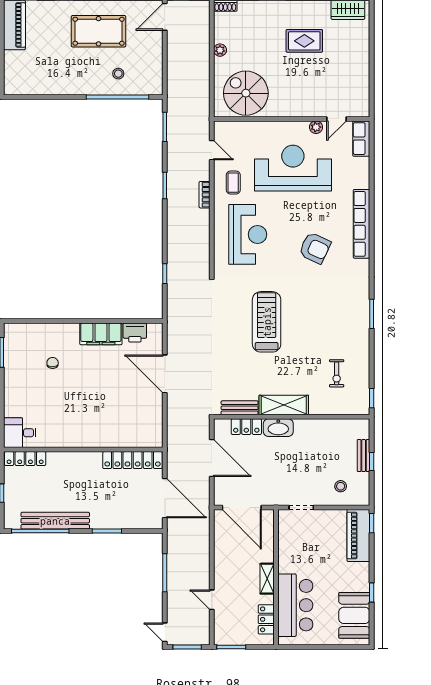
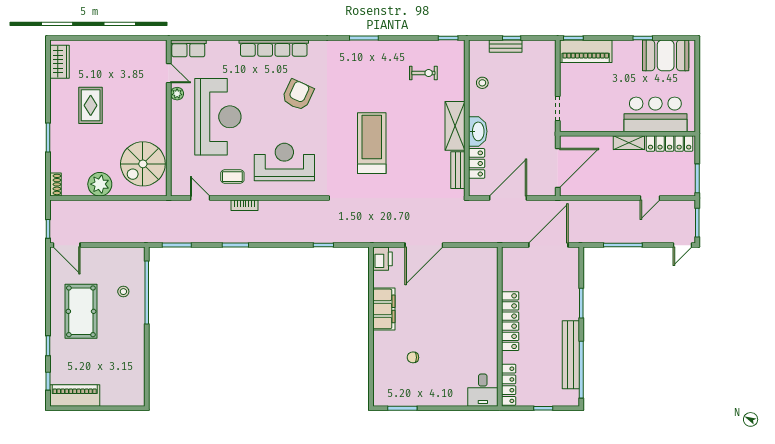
plant: (220, 50) -> (100, 184), width x1.88, depth x1.88
door: (212, 150) -> (200, 198), hinge flipped
reception desk: (293, 168) -> (218, 117), turned 180
treadmill: (267, 322) -> (372, 143), turned 90
printer: (135, 333) -> (383, 259), moved
locker: (133, 460) -> (510, 321), moved
stool: (341, 486) -> (482, 83), moved
locker: (266, 619) -> (670, 143), width x1.53

